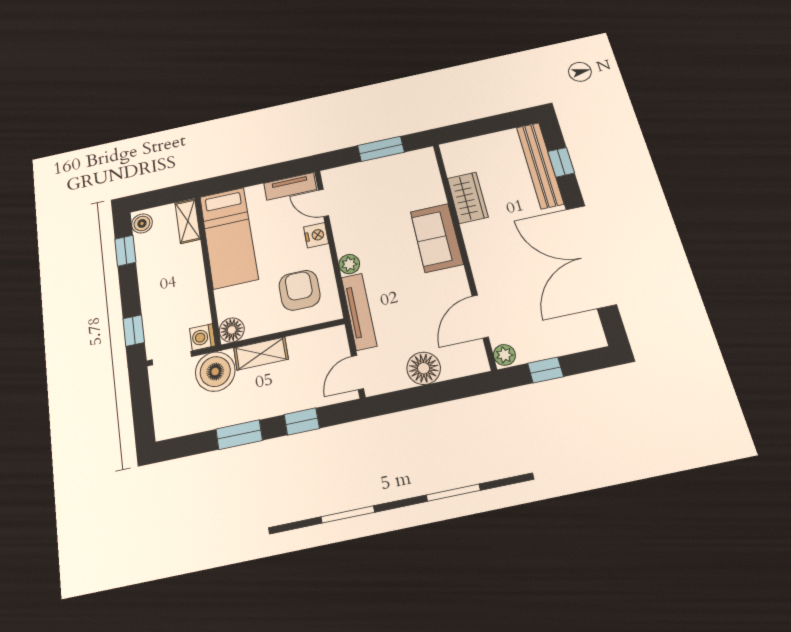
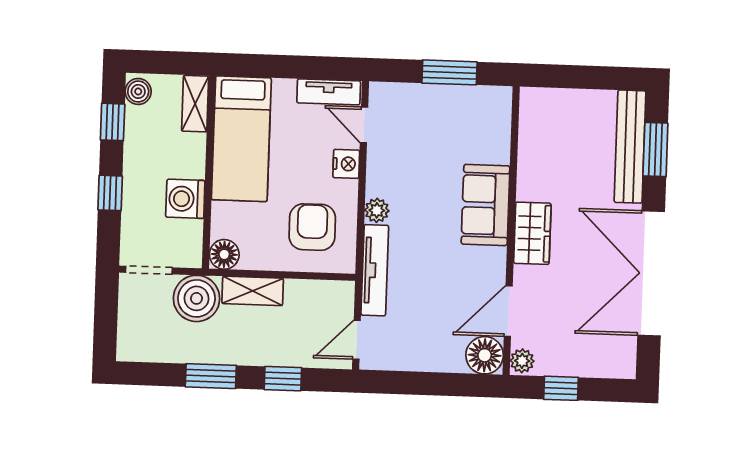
window: (561, 162) -> (655, 150), width x1.50
wardrobe: (468, 198) -> (532, 233), moved
window: (134, 331) -> (110, 193), moved
washing machine: (202, 337) -> (185, 199), moved, width x1.38, depth x1.38
floor lamp: (424, 368) -> (485, 355), moved

